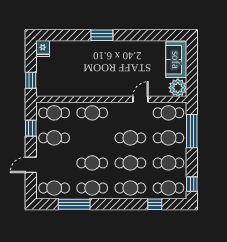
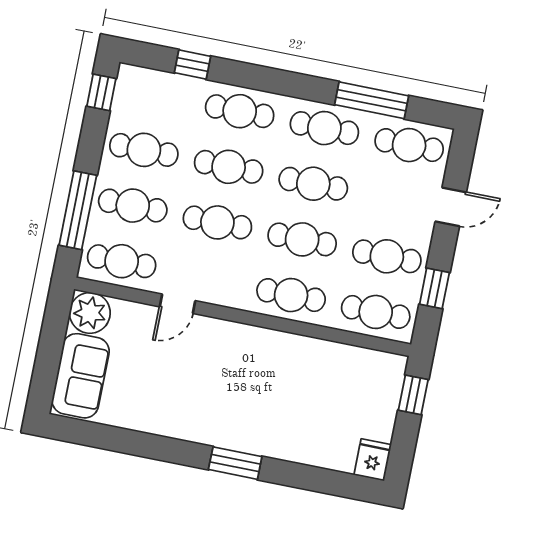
cafe table: (168, 188) -> (302, 239), moved

